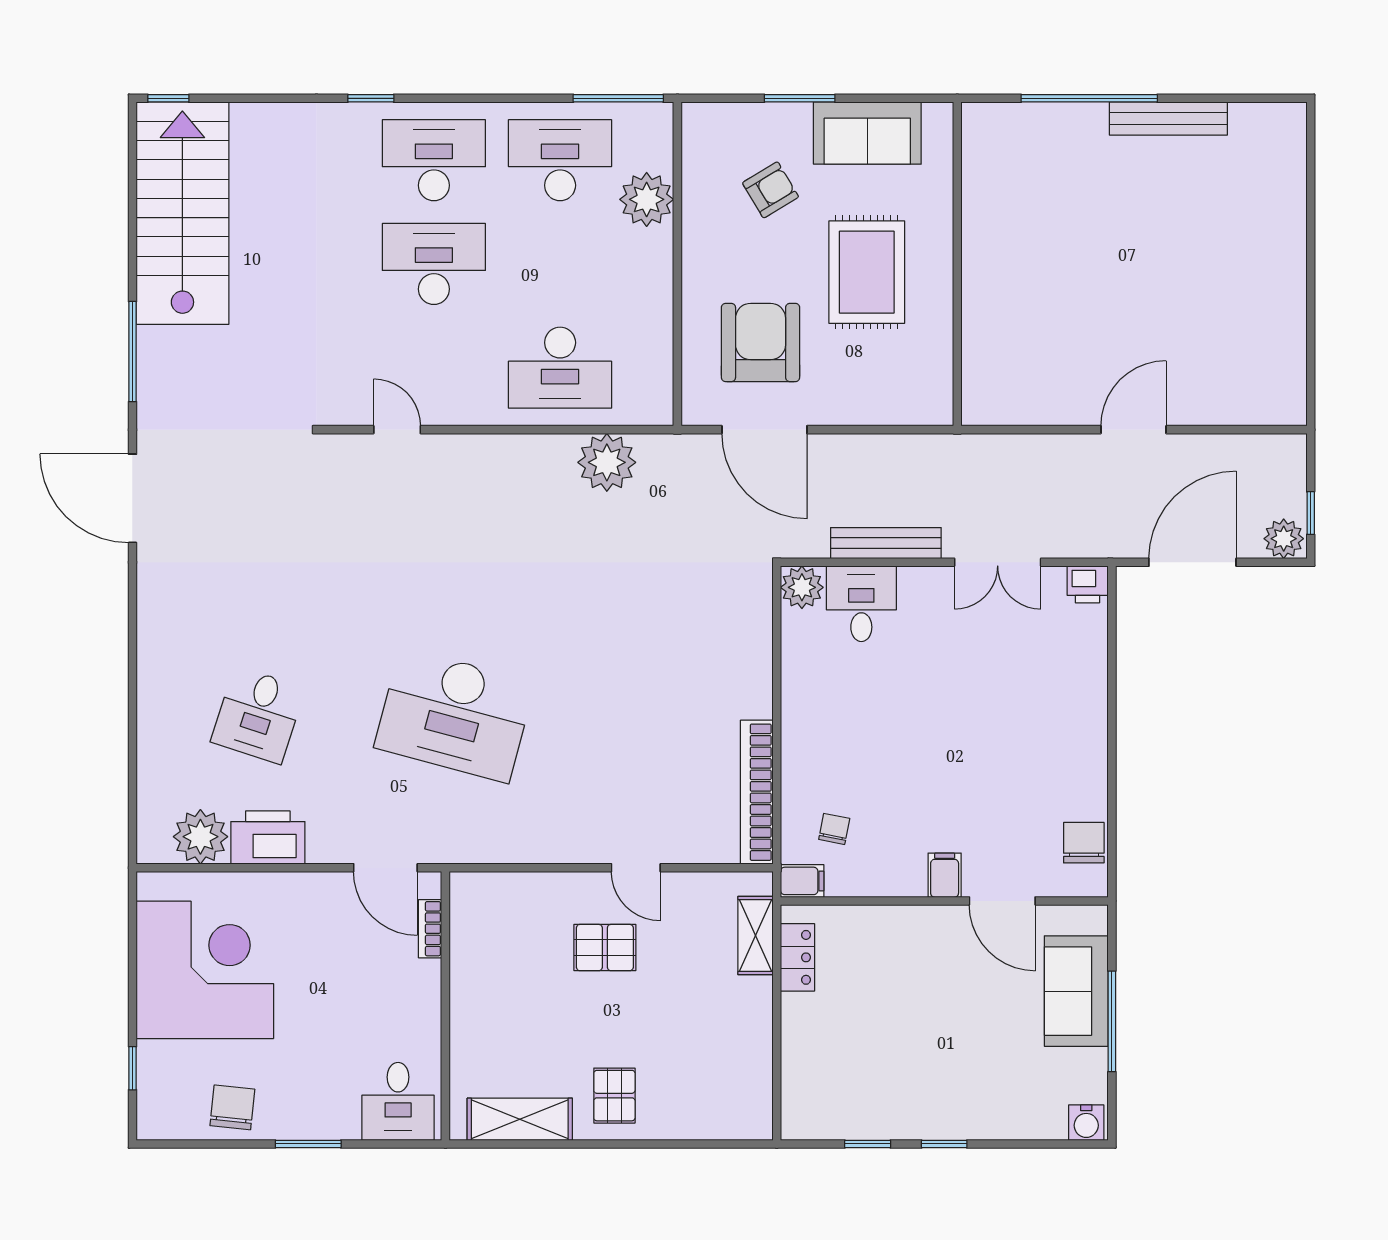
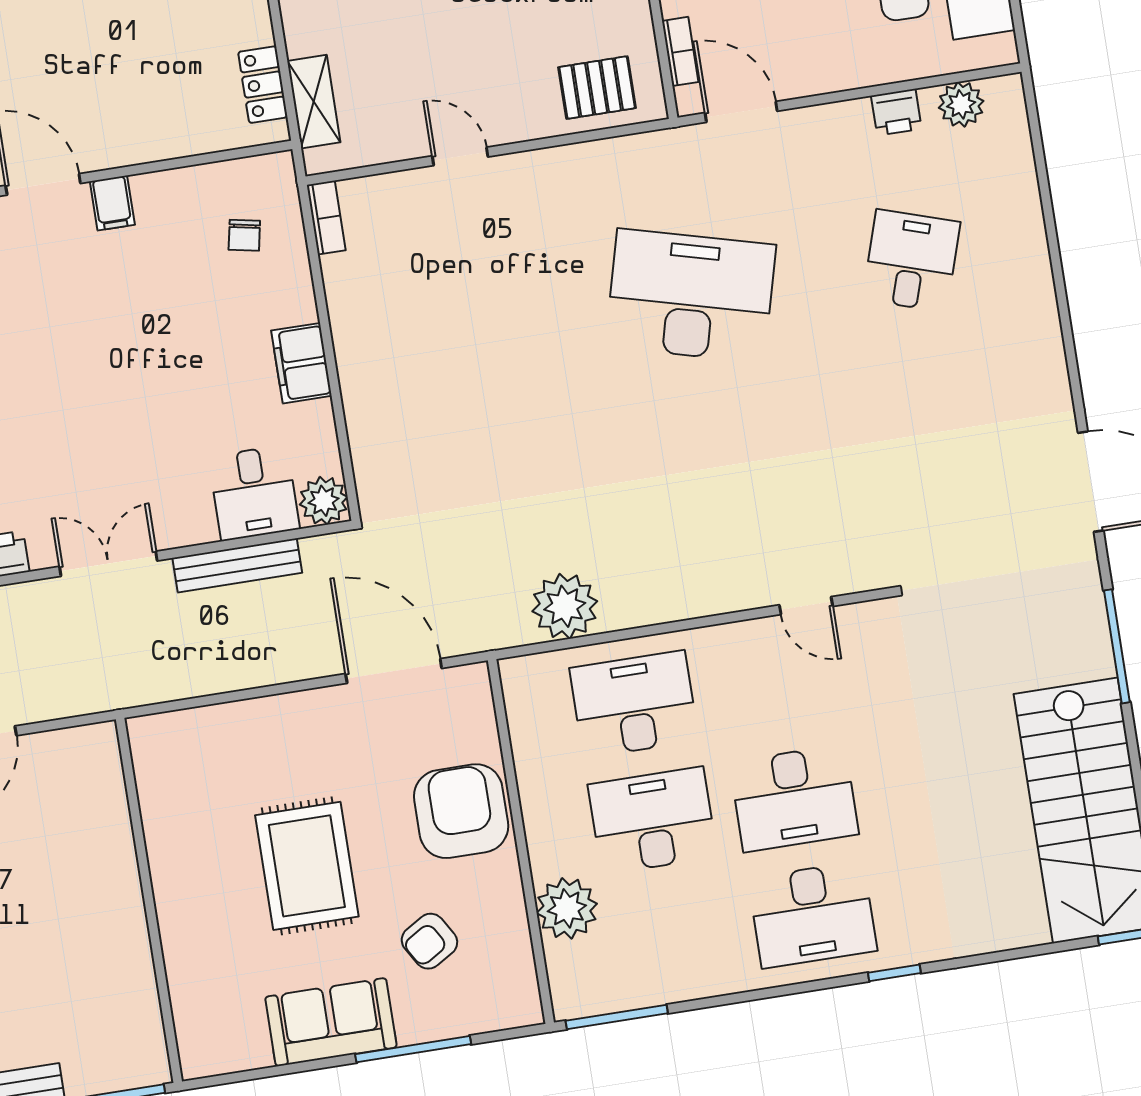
window: (800, 98) -> (413, 1049), width x1.44
desk: (560, 160) -> (653, 821), moved, turned 180
wall: (957, 264) -> (149, 900), moved
armchair: (761, 342) -> (461, 811), moved, turned 180
bookcase: (757, 792) -> (326, 218), width x0.43, depth x0.76
plant: (200, 837) -> (961, 104), width x0.73, depth x0.73
printer: (268, 837) -> (896, 112), width x0.53, depth x0.68
filing cabinet: (802, 881) -> (301, 363), moved, width x2.00
pallet: (605, 948) -> (597, 88), moved

